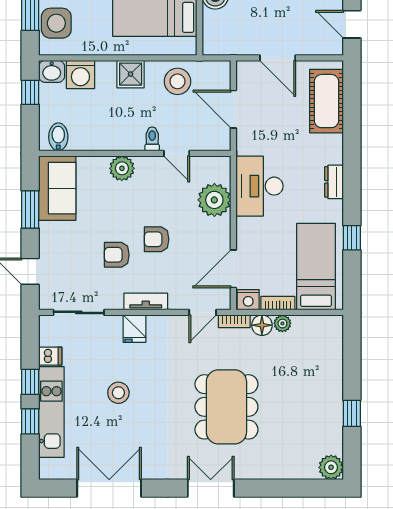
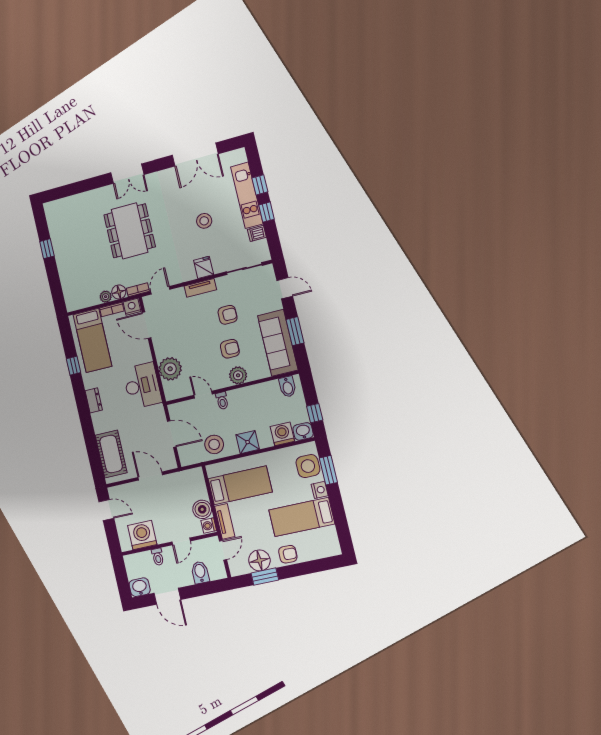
sofa: (57, 188) -> (278, 343), width x1.36
armchair: (157, 239) -> (230, 349), moved
door: (233, 269) -> (147, 325), swing flipped
plant: (331, 467) -> (52, 209), removed

